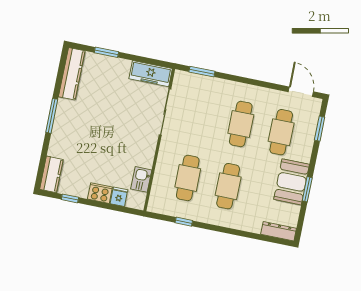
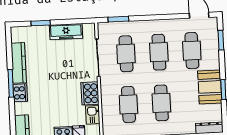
kitchen counter: (72, 74) -> (19, 63), moved
freezer: (151, 74) -> (66, 32), moved
cafe table: (200, 116) -> (126, 54), added
cooker: (60, 130) -> (20, 93), added
cooker: (145, 153) -> (90, 93), added

